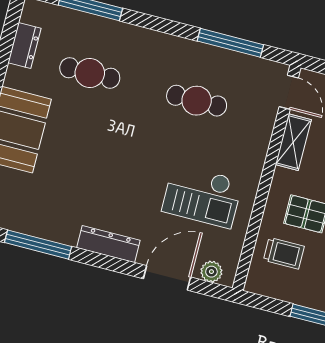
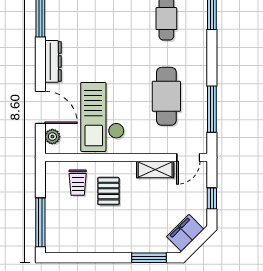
cafe table: (197, 101) -> (166, 96), width x1.37, depth x1.35
checkout: (202, 196) -> (102, 117), width x1.36, depth x1.21

